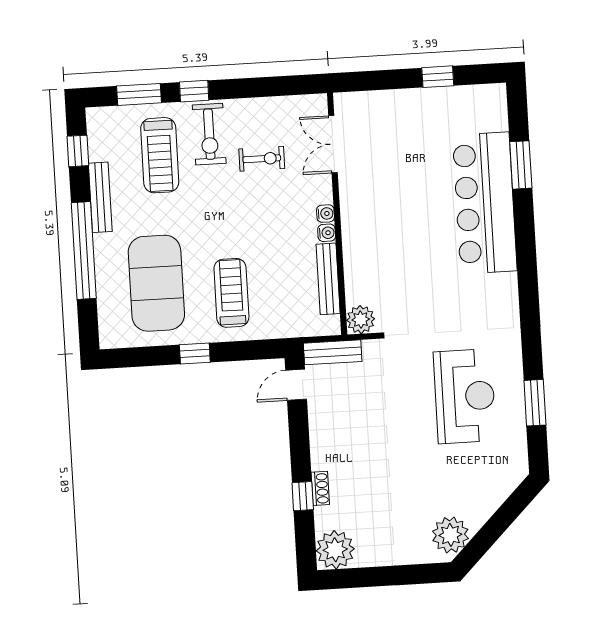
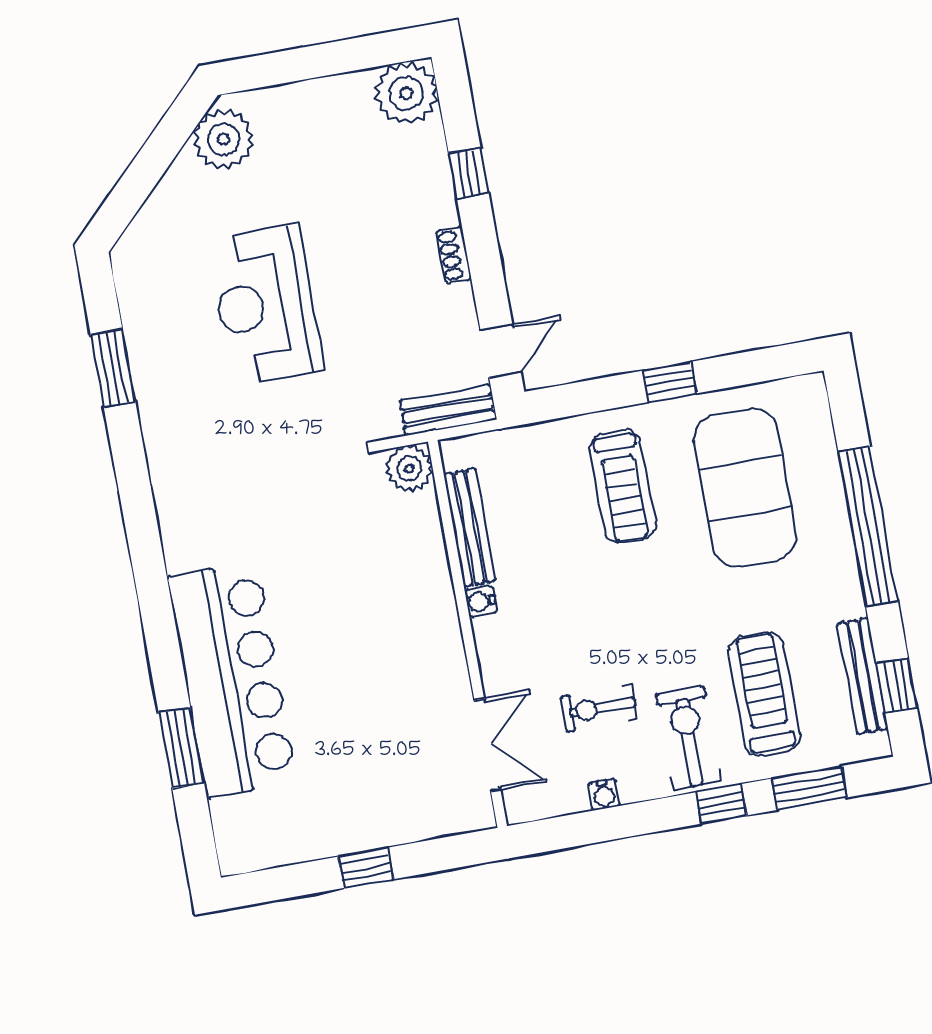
window: (438, 77) -> (366, 868), moved
bench: (100, 197) -> (863, 676), moved
water cooler: (325, 214) -> (604, 795), moved, turned -90
reception desk: (465, 396) -> (265, 305), moved
shoe rack: (320, 488) -> (454, 255), moved

